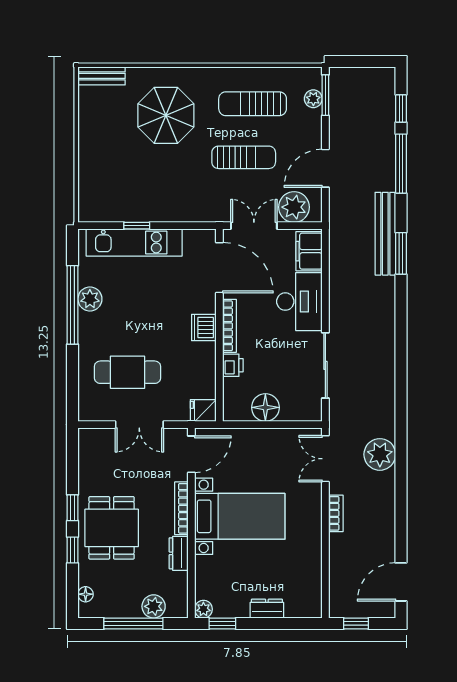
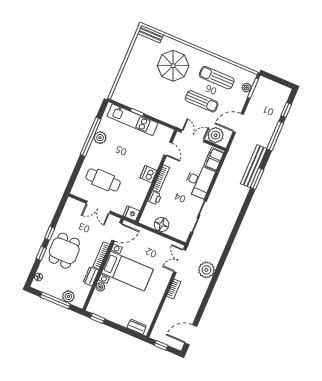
door: (219, 268) -> (168, 149), width x0.53
plant: (203, 609) -> (100, 287), moved
dresser: (267, 609) -> (137, 327), moved

